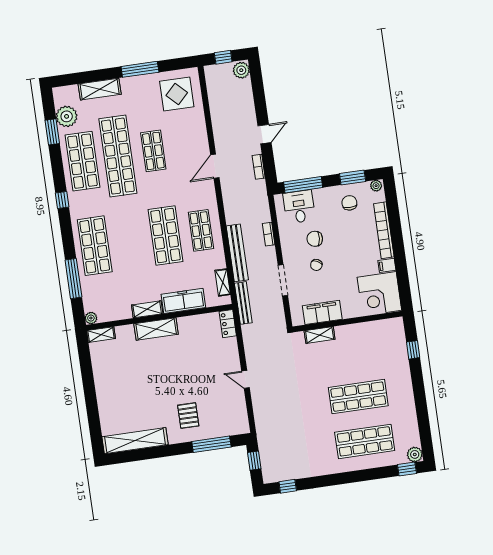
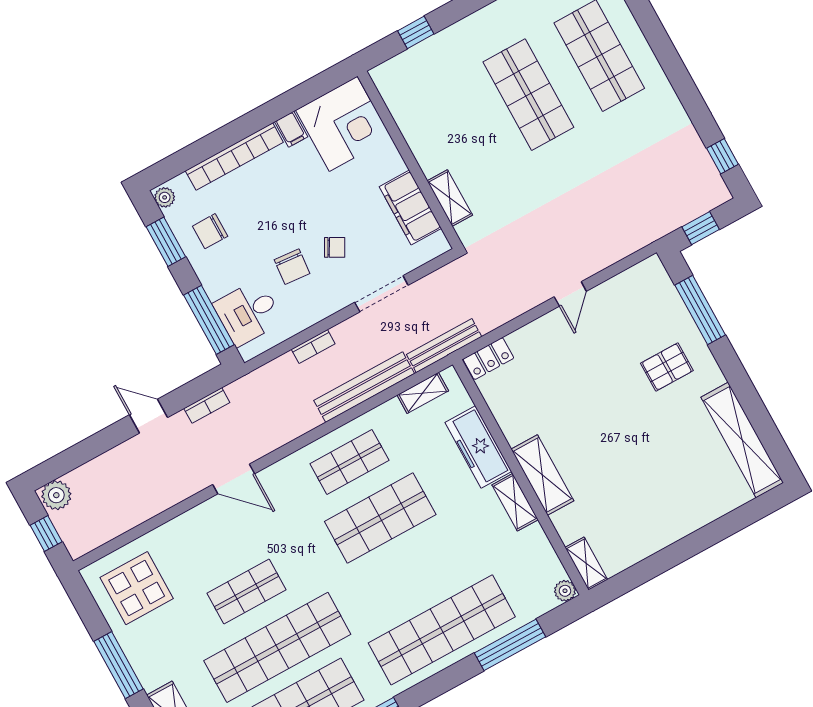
shop shelf: (95, 246) -> (442, 630), width x1.40

